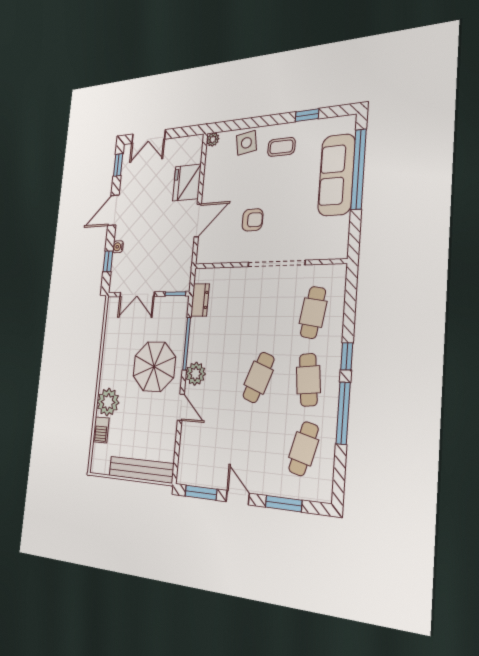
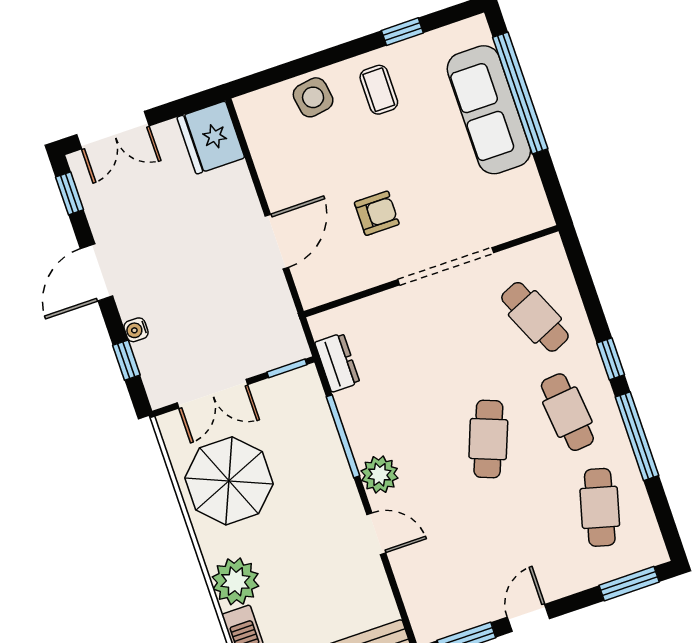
plant: (213, 139) -> (247, 106), removed
coffee table: (281, 147) -> (379, 90), turned 90
fridge: (187, 183) -> (211, 138), moved
cafe table: (313, 312) -> (535, 317), turned -33
parasol: (154, 367) -> (229, 481), moved
door: (238, 498) -> (528, 618), hinge flipped
window: (284, 504) -> (629, 584), moved

